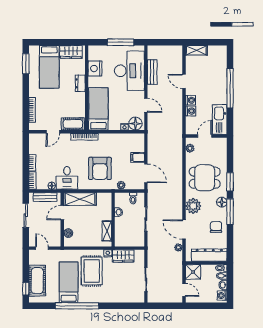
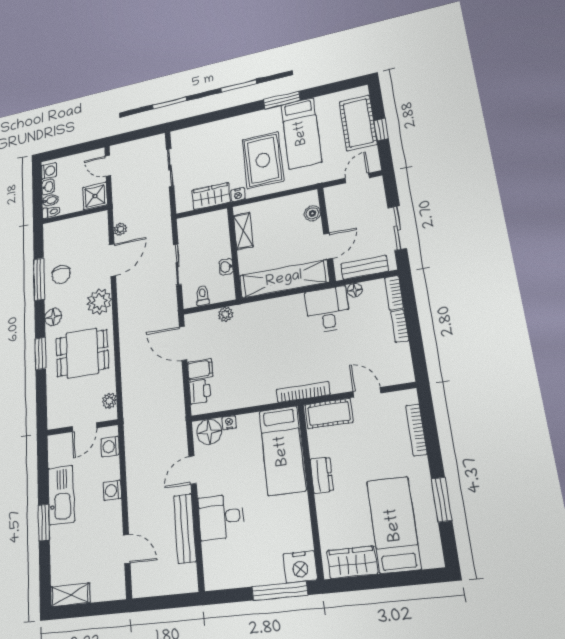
window: (121, 42) -> (280, 591), moved
shelving: (196, 50) -> (70, 595), moved
window: (26, 64) -> (441, 500), moved
nightstand: (95, 69) -> (300, 567), moved, turned 90
desk: (129, 71) -> (221, 517), width x0.53, depth x0.77
bench: (152, 72) -> (185, 528), width x1.36
door: (184, 81) -> (127, 549), moved
dresser: (80, 83) -> (322, 475), moved
window: (230, 88) -> (44, 522), width x0.47
door: (146, 105) -> (193, 470), hinge flipped
washing machine: (191, 111) -> (110, 447), moved
kitchen sink: (220, 119) -> (61, 495), moved
door: (53, 132) -> (367, 392), hinge flipped
printer: (139, 145) -> (200, 392), added
armchair: (100, 168) -> (267, 338), removed
shelving: (80, 199) -> (284, 279), width x1.47
window: (230, 212) -> (39, 279), moved
door: (184, 230) -> (113, 260), hinge flipped
door: (42, 248) -> (357, 178), swing flipped
dresser: (209, 255) -> (70, 228), removed
window: (26, 289) -> (381, 130), moved
window: (77, 306) -> (282, 100), width x0.47

